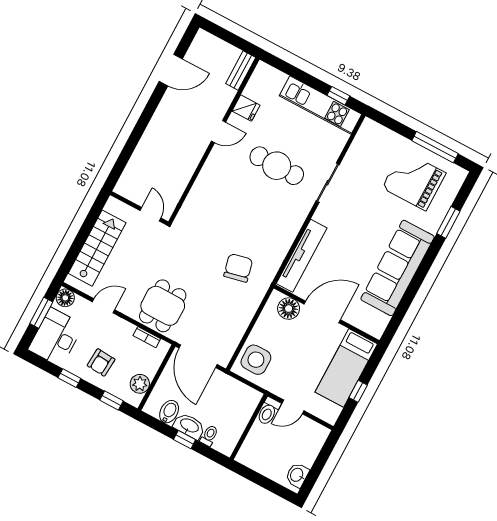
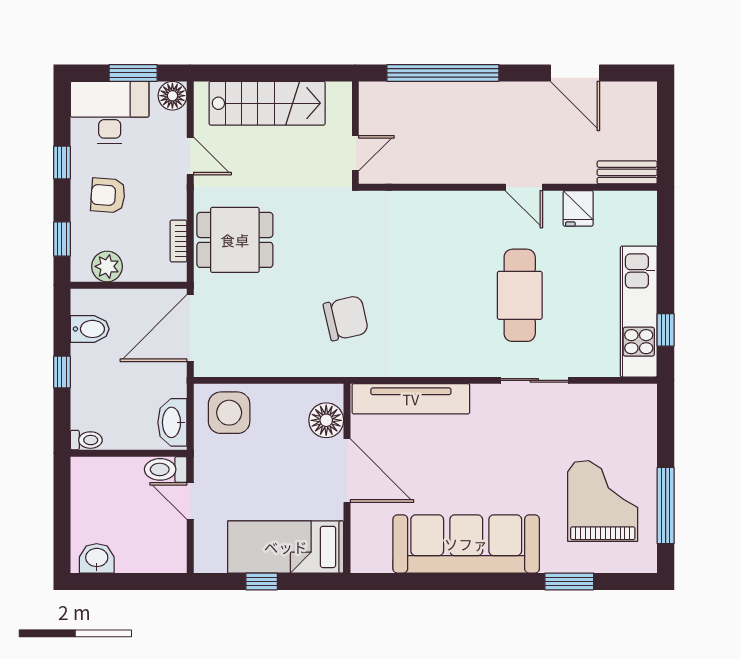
window: (132, 143) -> (443, 73), added
washbasin: (189, 426) -> (172, 422), moved, turned 180
toilet: (209, 436) -> (86, 440), moved

